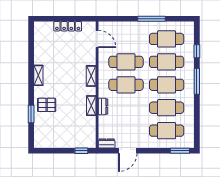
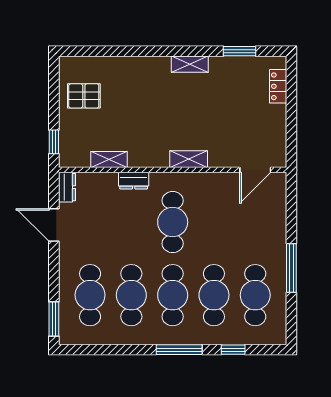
locker: (68, 26) -> (278, 86), moved, width x0.66
cafe table: (126, 62) -> (214, 222), removed
pallet: (47, 105) -> (84, 96), moved, turned 90
shelving: (91, 106) -> (109, 159), moved
window: (31, 114) -> (239, 51), moved

